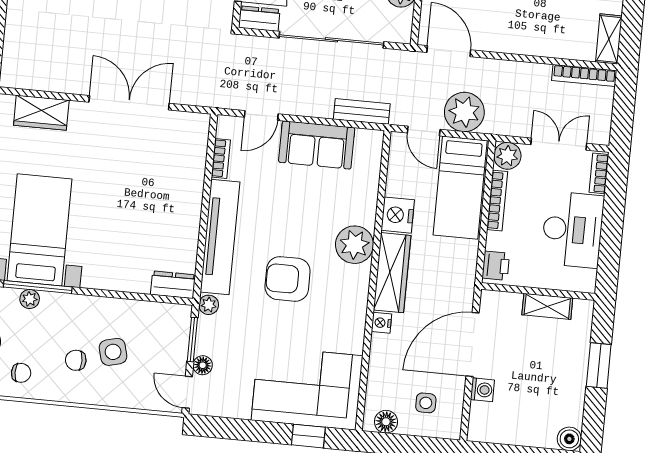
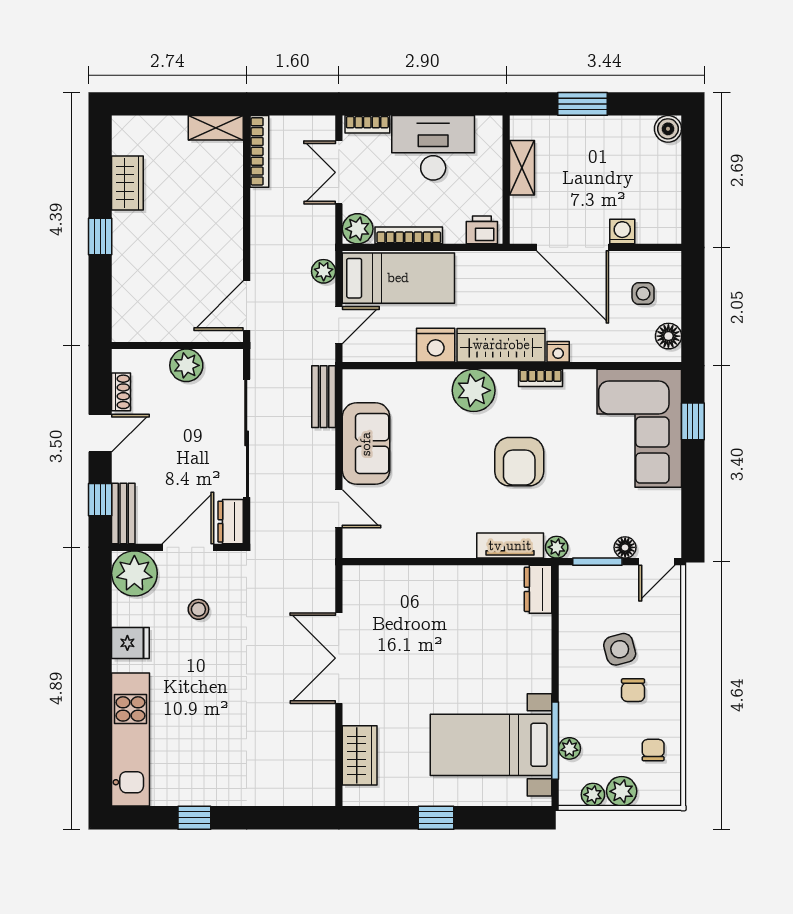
plant: (464, 112) -> (324, 271), width x0.53, depth x0.53
bookcase: (221, 158) -> (540, 378), moved, turned 180
tv unit: (220, 237) -> (510, 546), width x0.52, depth x0.78

